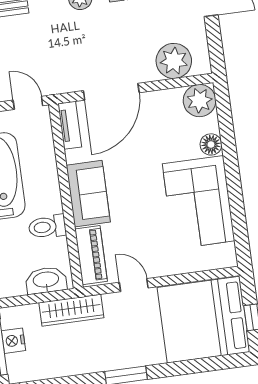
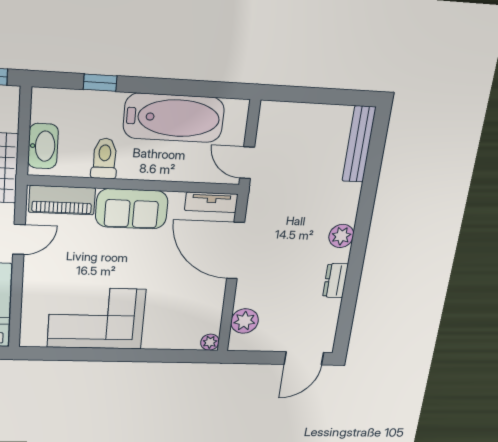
plant: (174, 61) -> (245, 321), width x0.73, depth x0.73
plant: (200, 101) -> (210, 342), width x0.53, depth x0.53
door: (28, 103) -> (247, 163), swing flipped
floor lamp: (211, 144) -> (155, 339), removed

